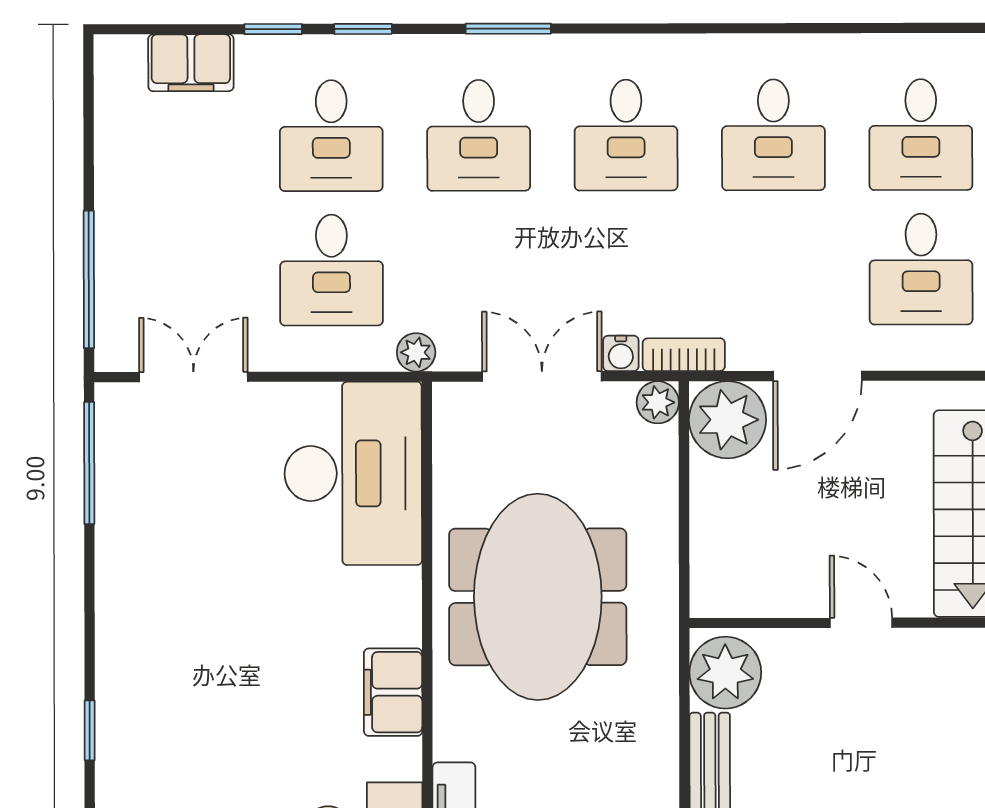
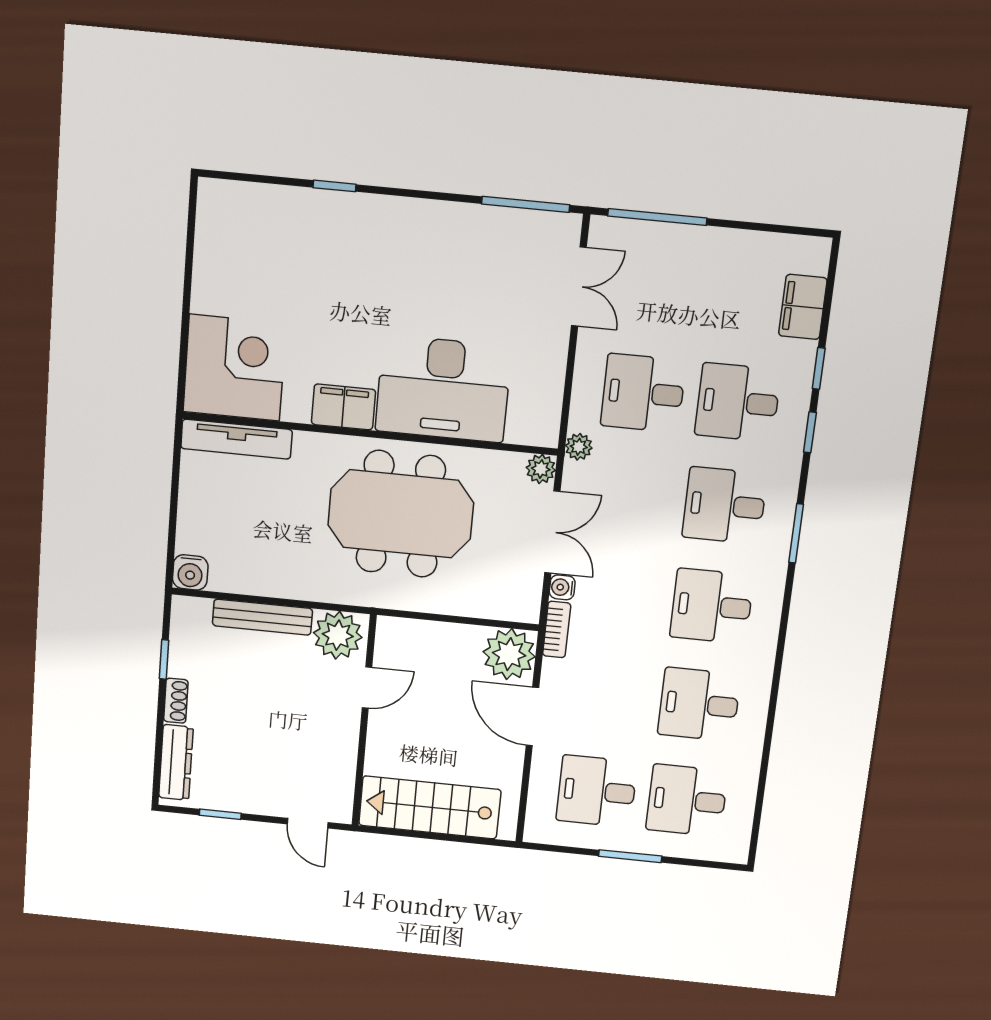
plant: (658, 402) -> (541, 469), moved
desk: (353, 473) -> (443, 389), moved
door: (861, 623) -> (367, 687), moved

